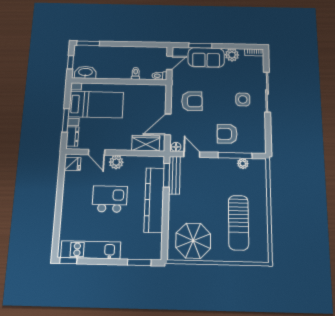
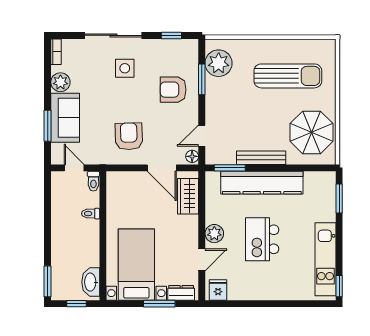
armchair: (227, 134) -> (173, 90), turned 90
window: (268, 134) -> (171, 35), added
window: (235, 155) -> (202, 79), width x0.69
plant: (243, 164) -> (219, 63), width x1.87, depth x1.87
bench: (174, 175) -> (261, 158), moved

